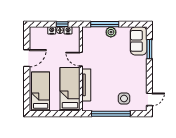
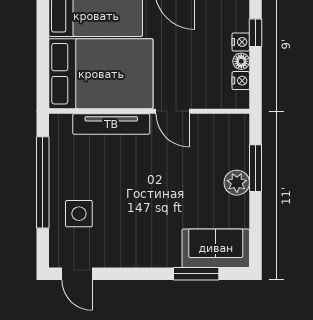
window: (62, 24) -> (255, 33), moved
window: (105, 24) -> (255, 168), width x0.69
door: (81, 59) -> (173, 111), swing flipped
bed: (70, 89) -> (101, 74), width x1.50

